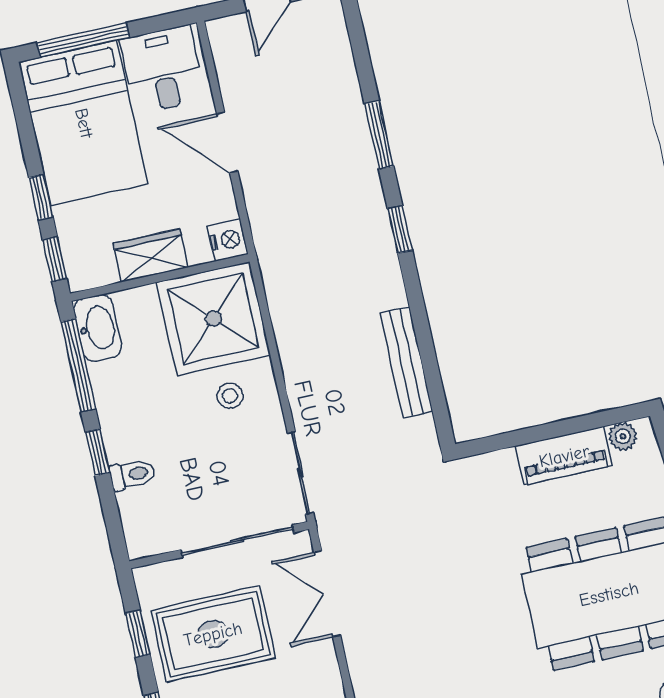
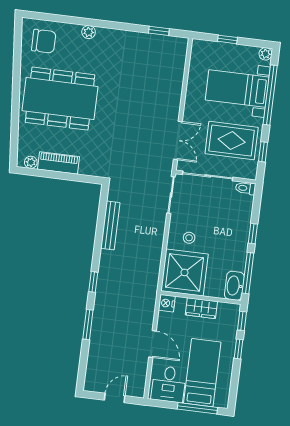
bed: (84, 123) -> (202, 373), width x0.67
toilet: (132, 474) -> (245, 188), moved

